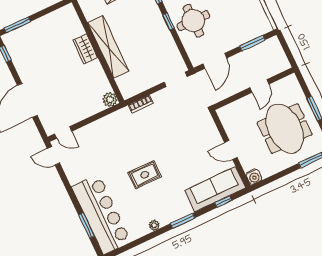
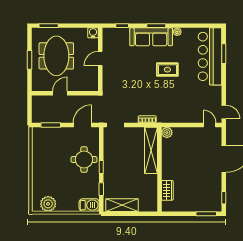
shelving: (108, 47) -> (151, 150), moved
wardrobe: (85, 49) -> (167, 190), moved
door: (231, 150) -> (100, 59), swing flipped
sofa: (215, 189) -> (151, 37), moved

